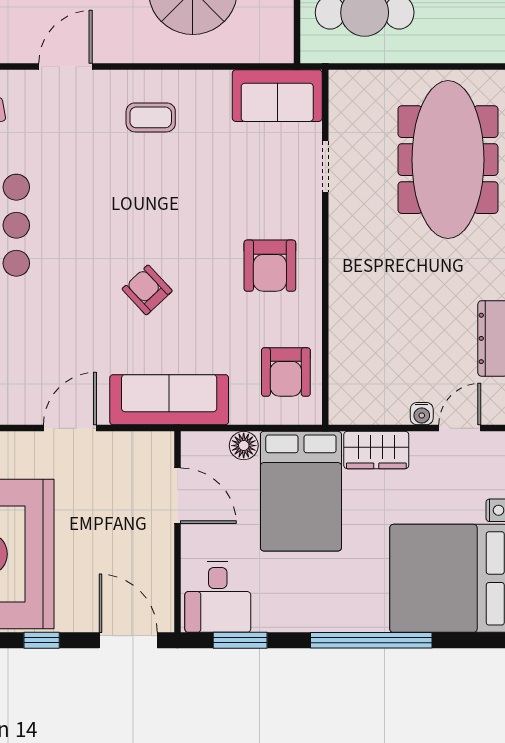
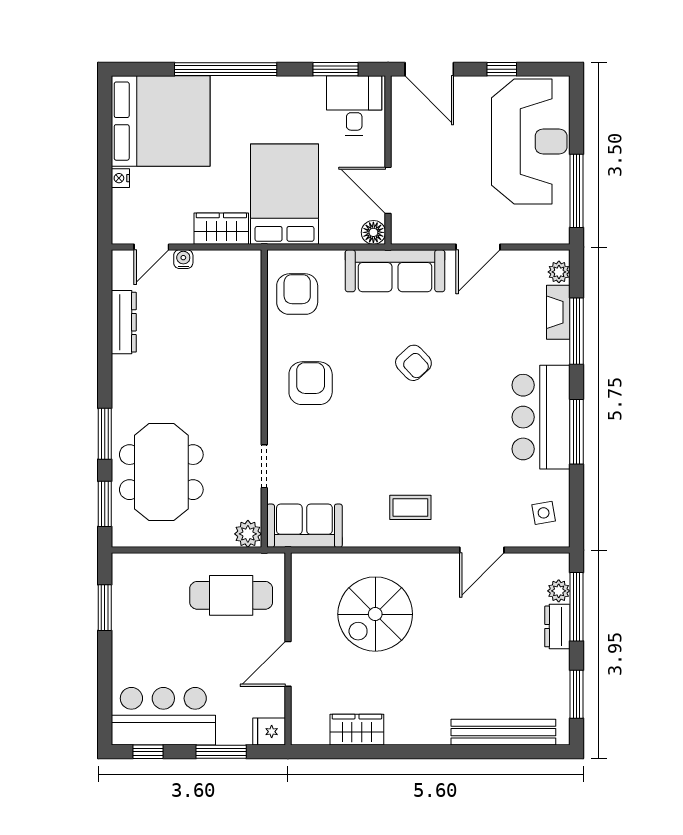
plant: (345, 86) -> (248, 534), added
meeting table: (448, 160) -> (161, 472), width x0.73
floor lamp: (244, 446) -> (373, 232), moved

